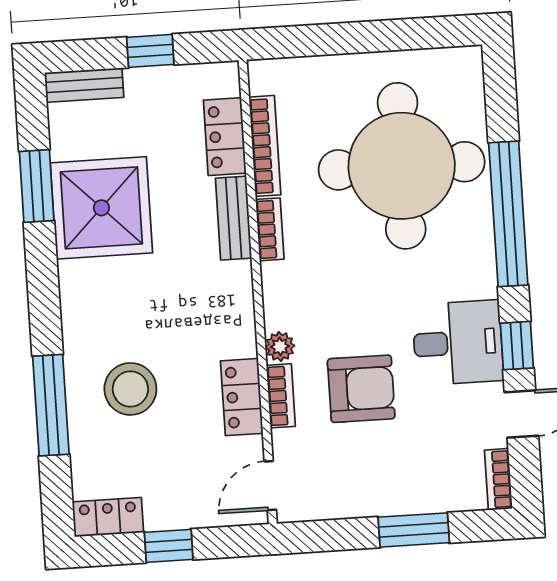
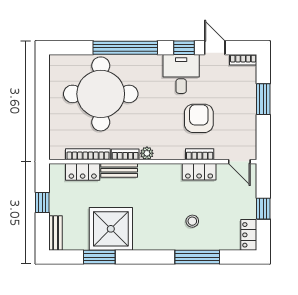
plant: (280, 347) -> (147, 153), moved
stool: (130, 389) -> (192, 221), width x0.53, depth x0.53

